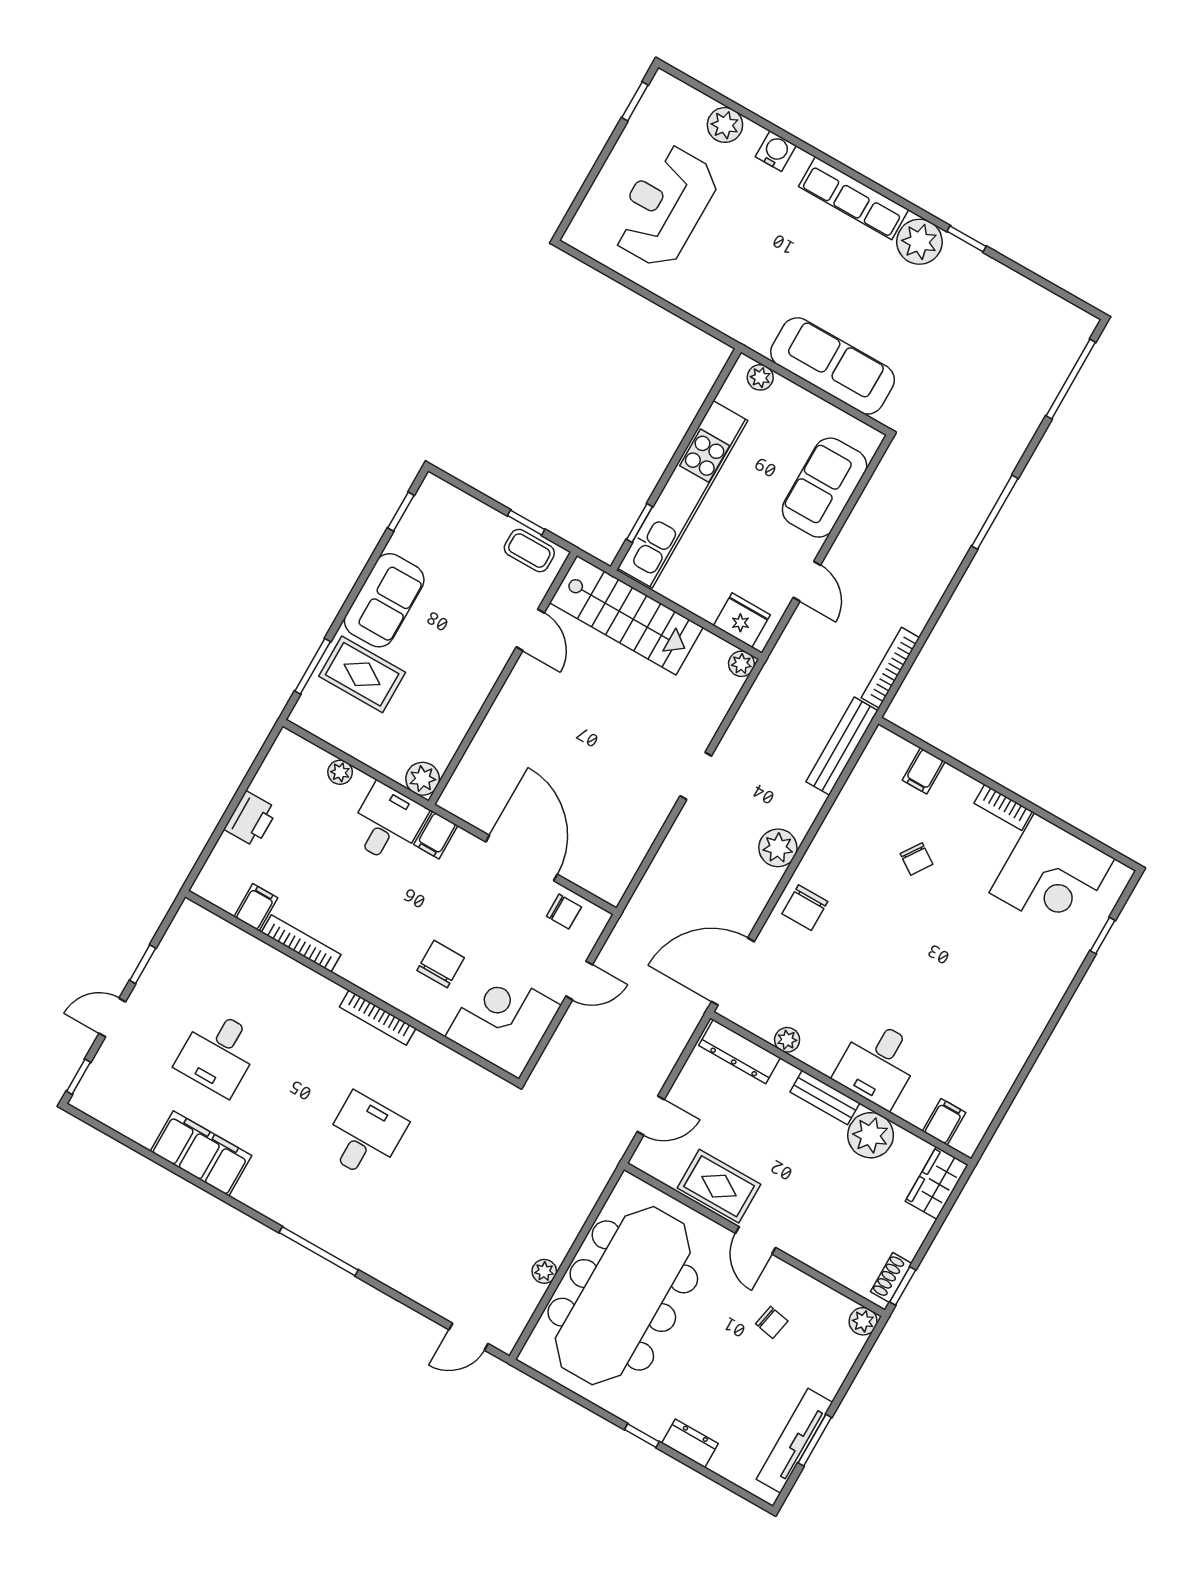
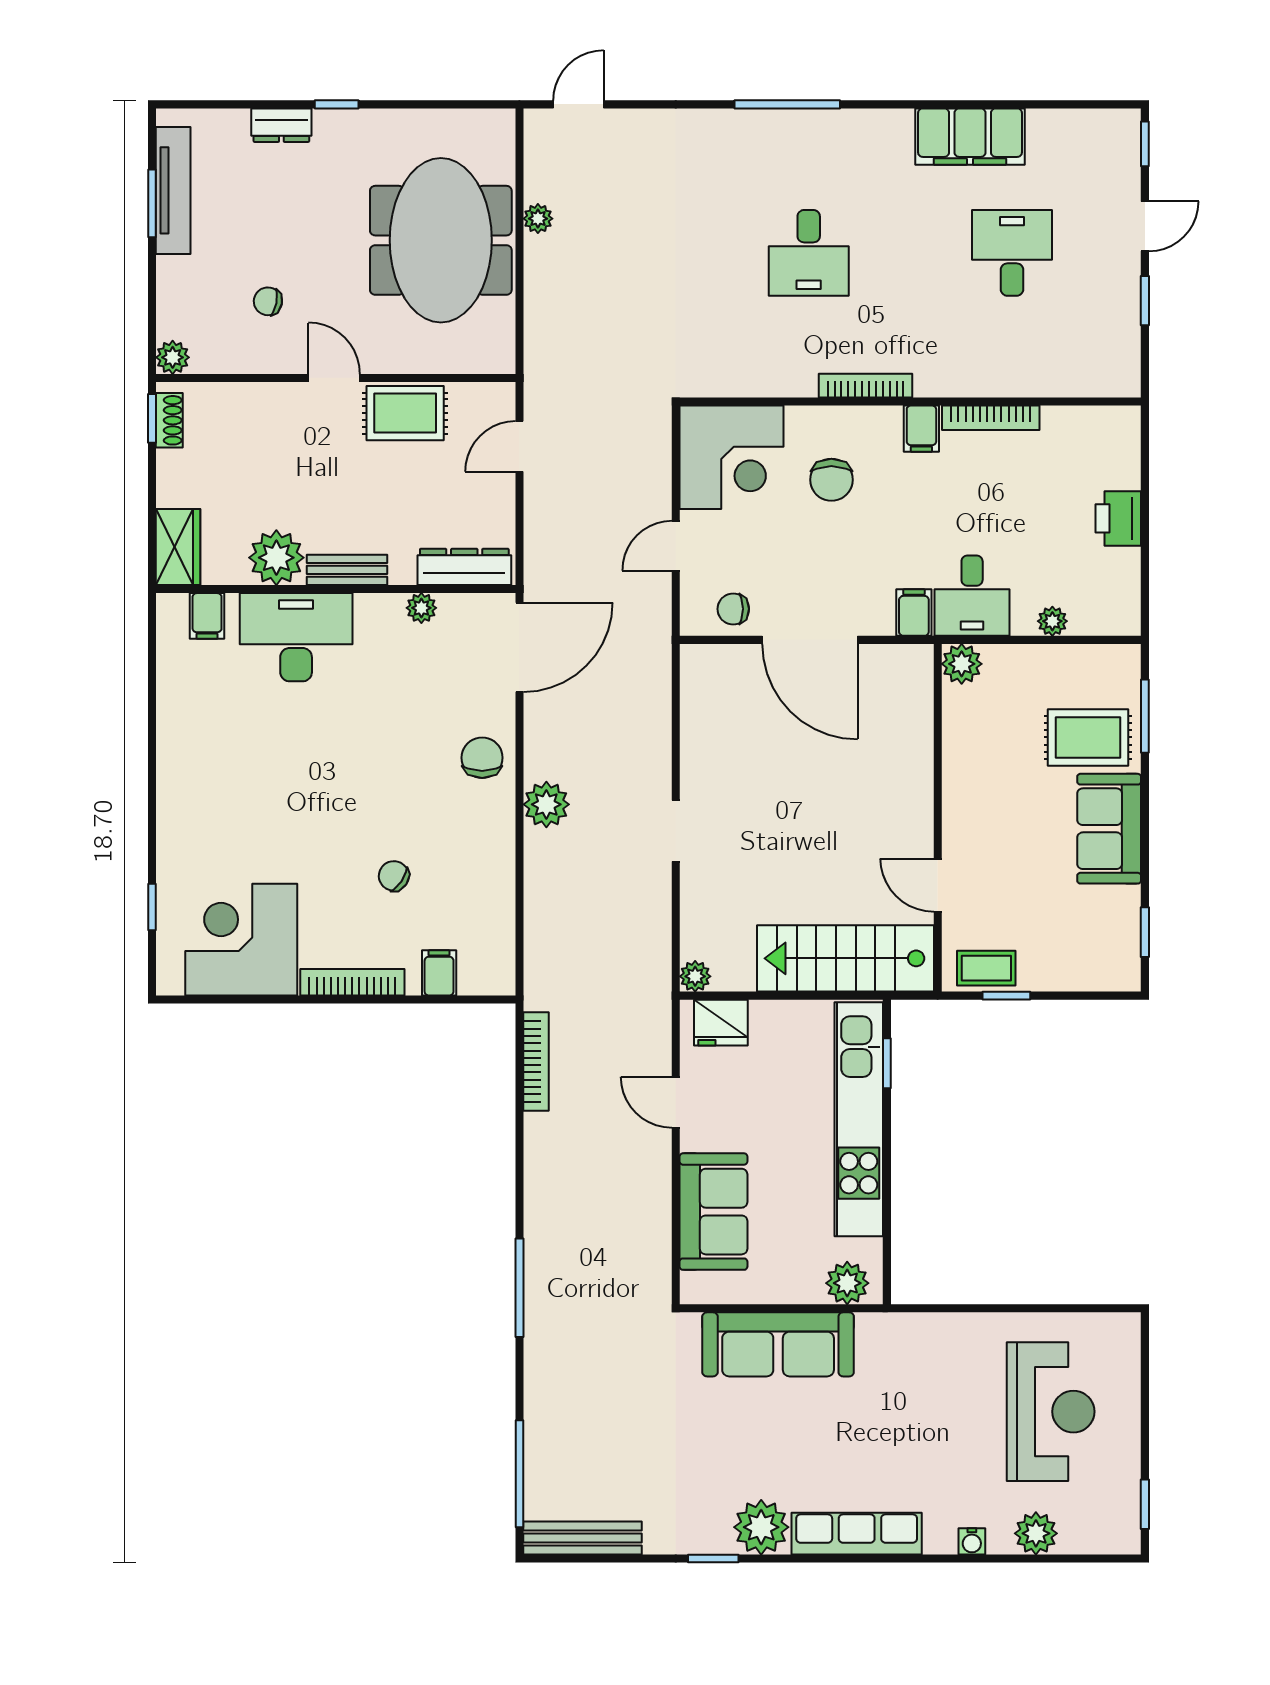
water cooler: (776, 151) -> (972, 1541), width x0.72, depth x0.72
plant: (760, 377) -> (847, 1283), width x1.38, depth x1.38
bench: (842, 746) -> (583, 1538), moved, turned 90
bookcase: (1003, 807) -> (352, 982), width x1.56
filing cabinet: (256, 907) -> (921, 429), moved
desk: (878, 1064) -> (296, 637), width x1.37
meeting table: (623, 1296) -> (441, 240), width x0.73

